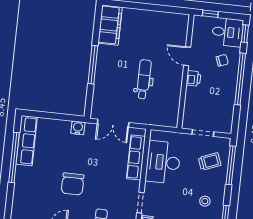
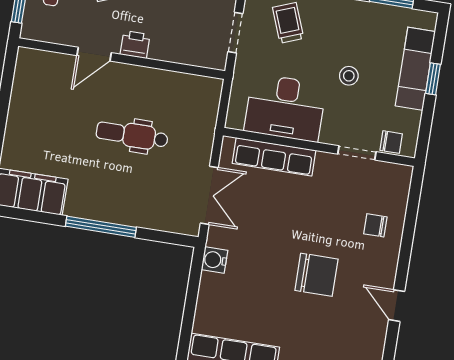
stool: (205, 201) -> (349, 76), moved

